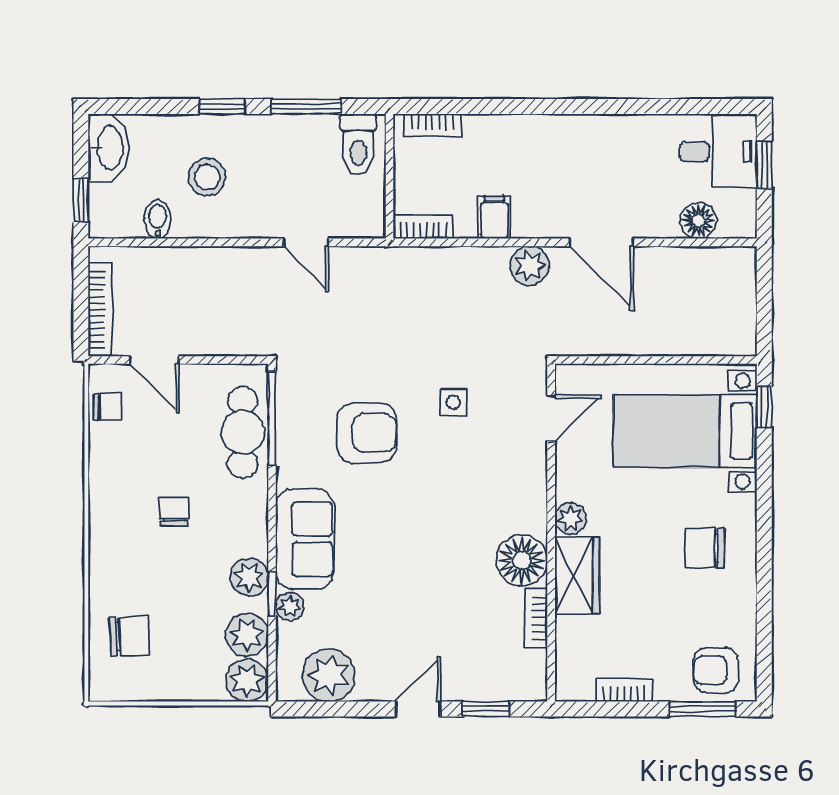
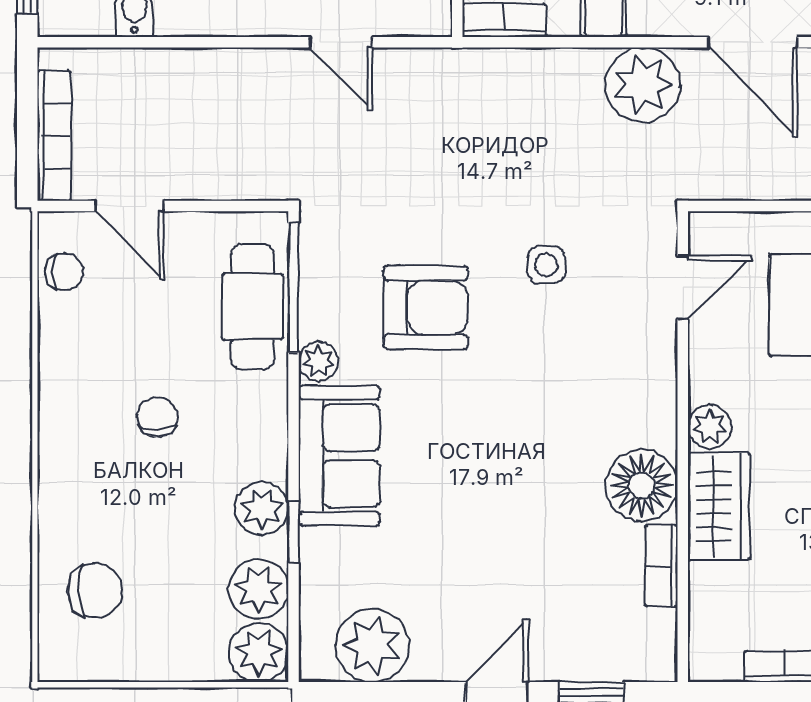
plant: (530, 266) -> (643, 85), width x1.36, depth x1.36
plant: (290, 607) -> (318, 362), moved

